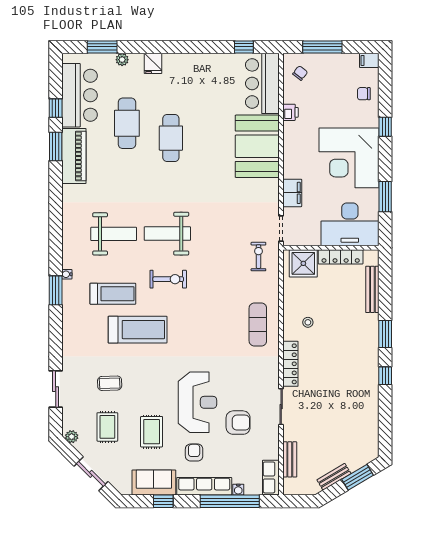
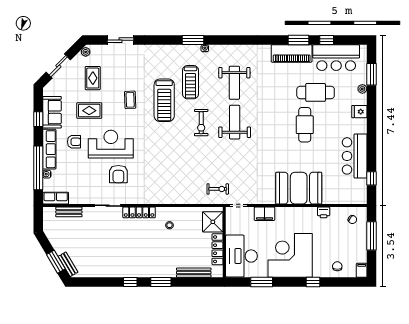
bar counter: (262, 83) -> (355, 156), moved, turned -90
cafe table: (171, 138) -> (305, 125), turned 90
exercise mat: (258, 324) -> (168, 189), removed
coffee table: (110, 383) -> (130, 100), moved
reception desk: (197, 402) -> (111, 144), turned 180
armchair: (238, 423) -> (118, 174), moved
rug: (107, 427) -> (93, 78), turned 90
bench: (334, 477) -> (68, 264), moved

